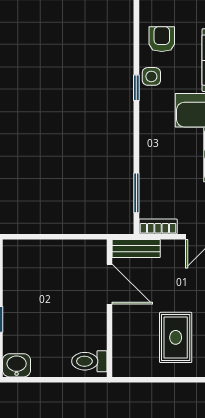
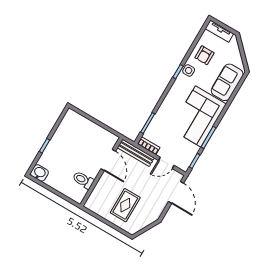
armchair: (162, 39) -> (204, 55), turned 180
bench: (136, 249) -> (136, 153), width x1.36
toilet: (89, 361) -> (83, 180), moved

